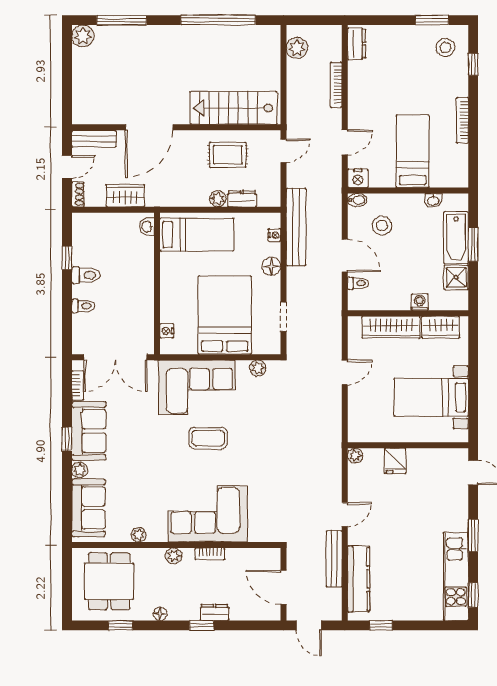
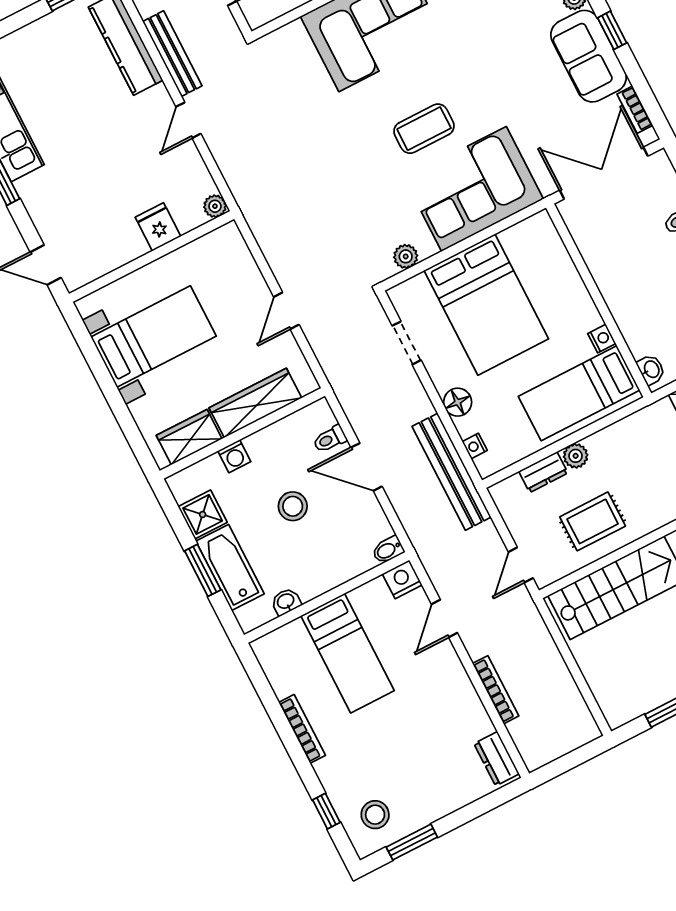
plant: (297, 48) -> (573, 712), removed
stool: (382, 226) -> (293, 506), moved
nightstand: (167, 331) -> (602, 339), moved

